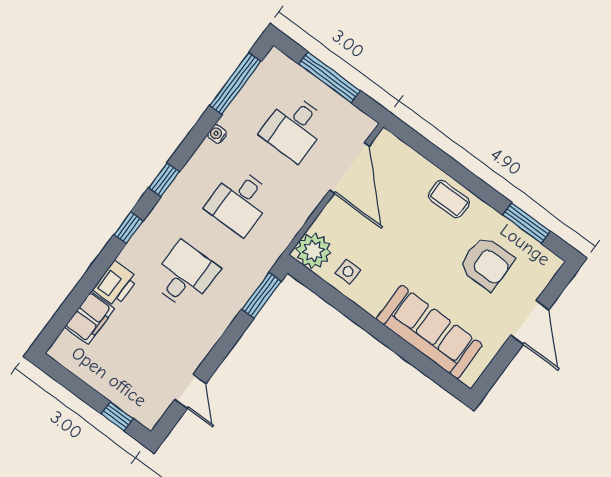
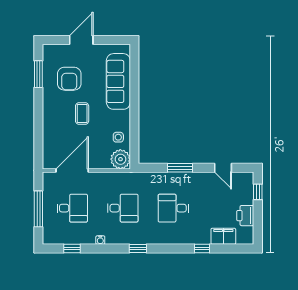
window: (235, 83) -> (72, 249), width x0.46
coffee table: (449, 199) -> (82, 114), moved
window: (129, 228) -> (202, 249), moved
armchair: (486, 263) -> (69, 79), turned 180
printer: (115, 284) -> (245, 216), moved, turned -90
window: (262, 295) -> (180, 168), moved
door: (190, 391) -> (223, 168), swing flipped

